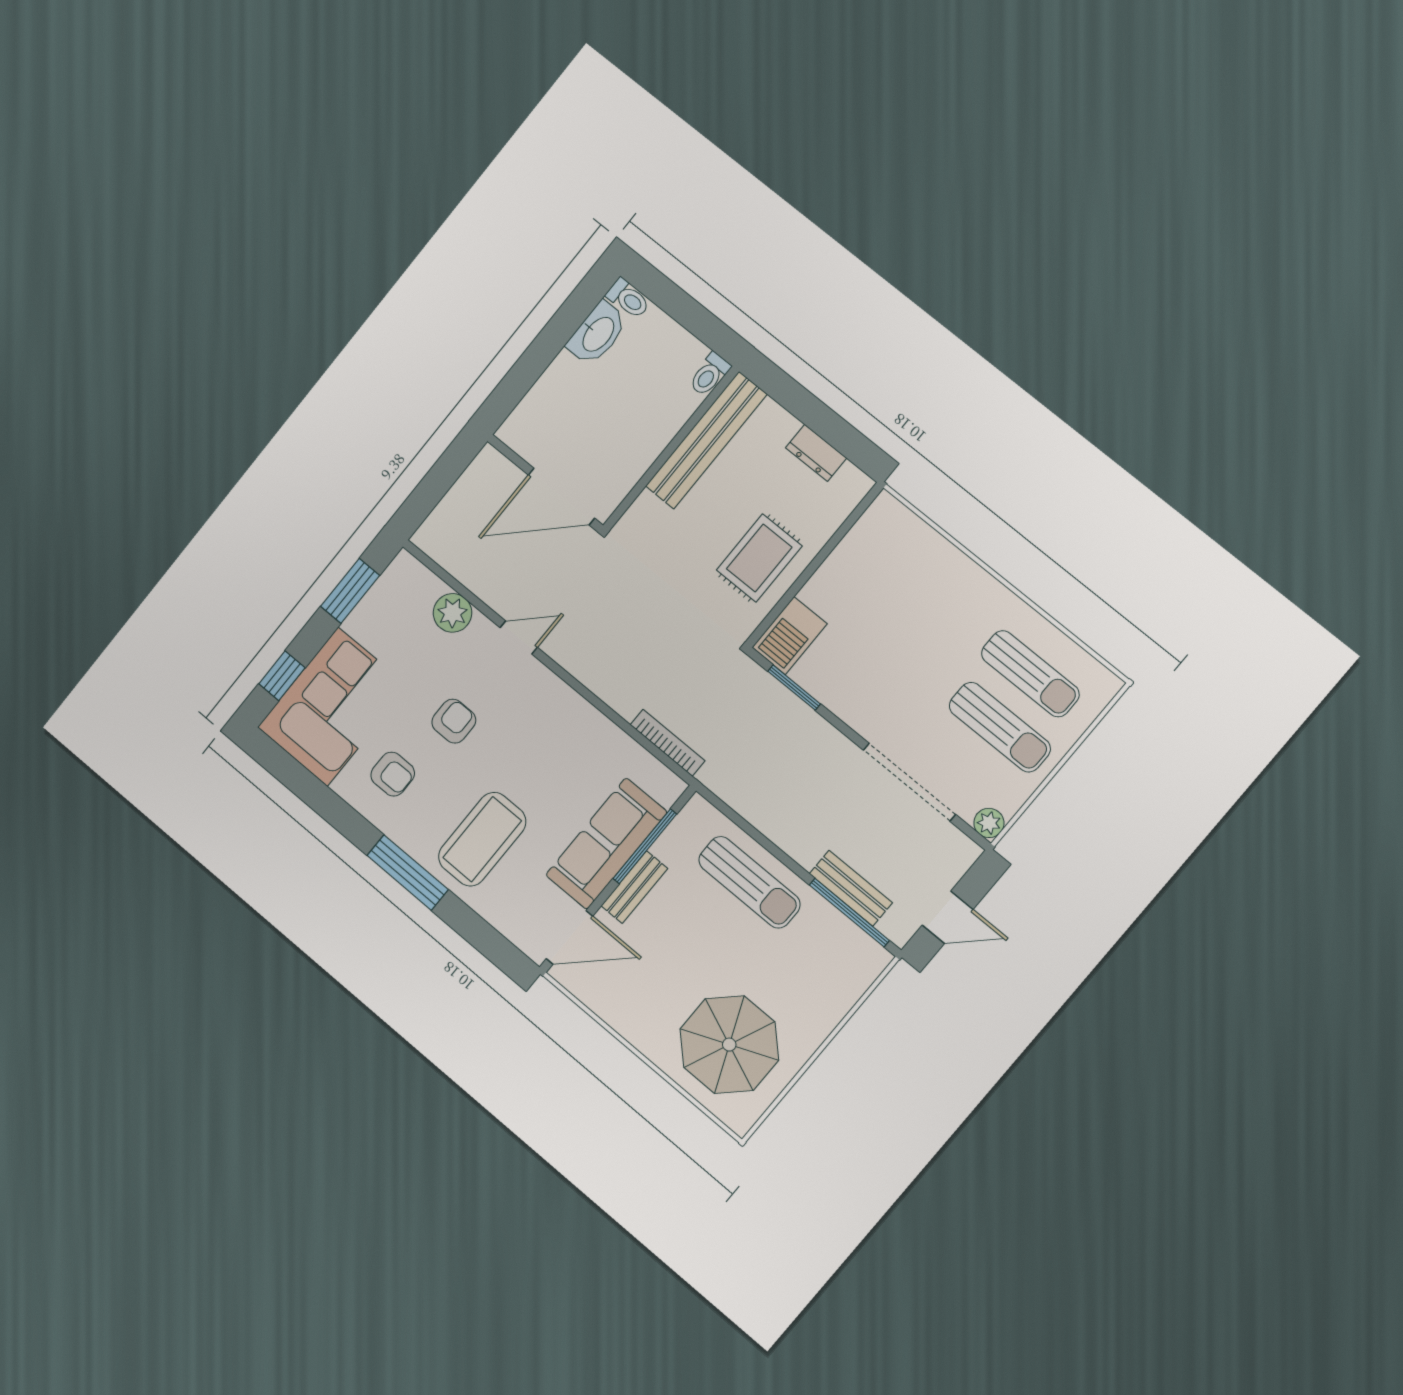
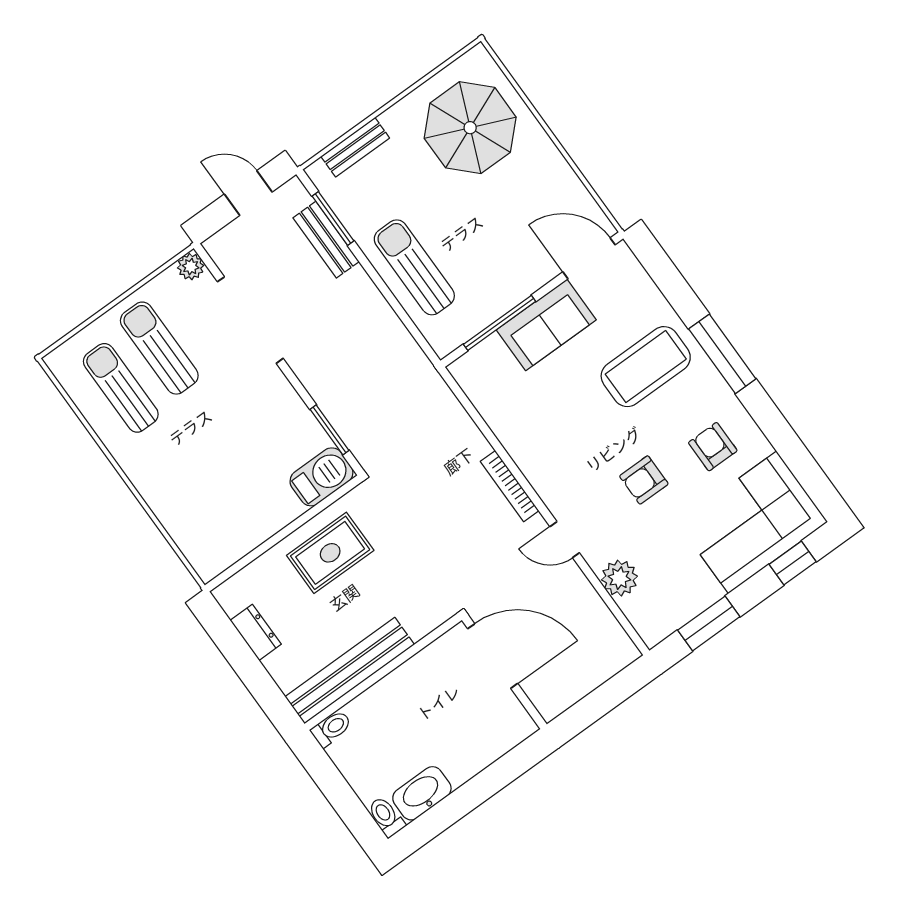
bookcase: (668, 743) -> (510, 486), moved
sofa: (606, 844) -> (546, 325), width x0.73
bench: (634, 887) -> (355, 147), moved
window: (849, 913) -> (333, 218), width x0.69

